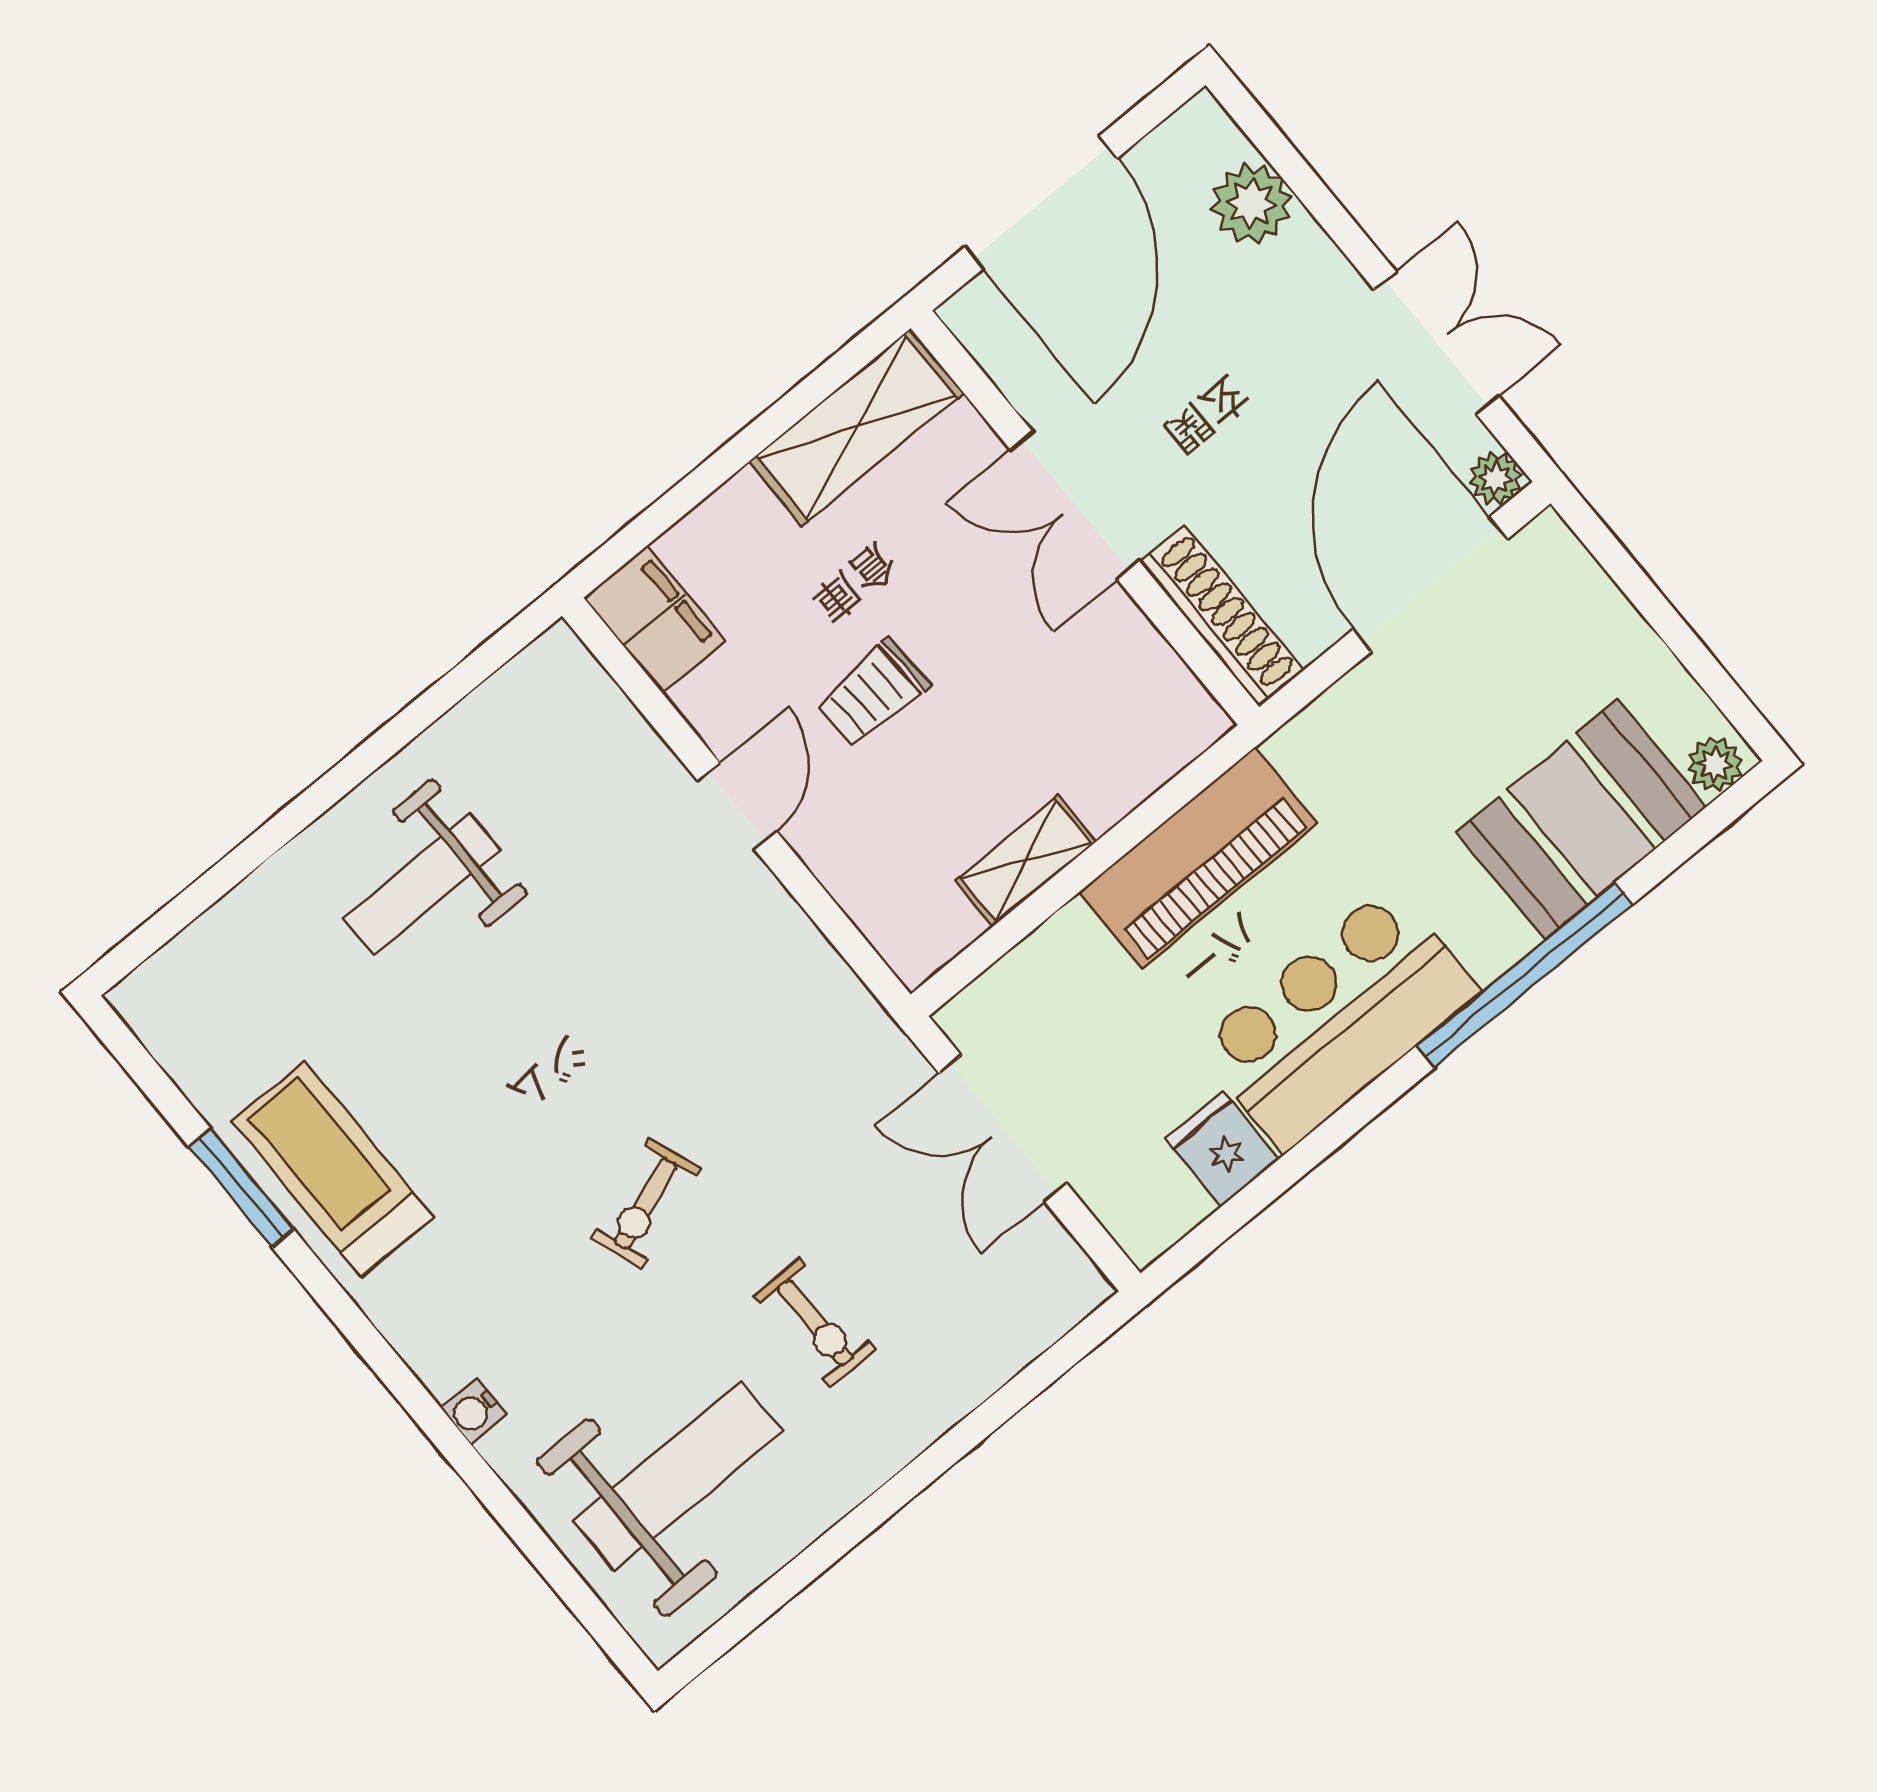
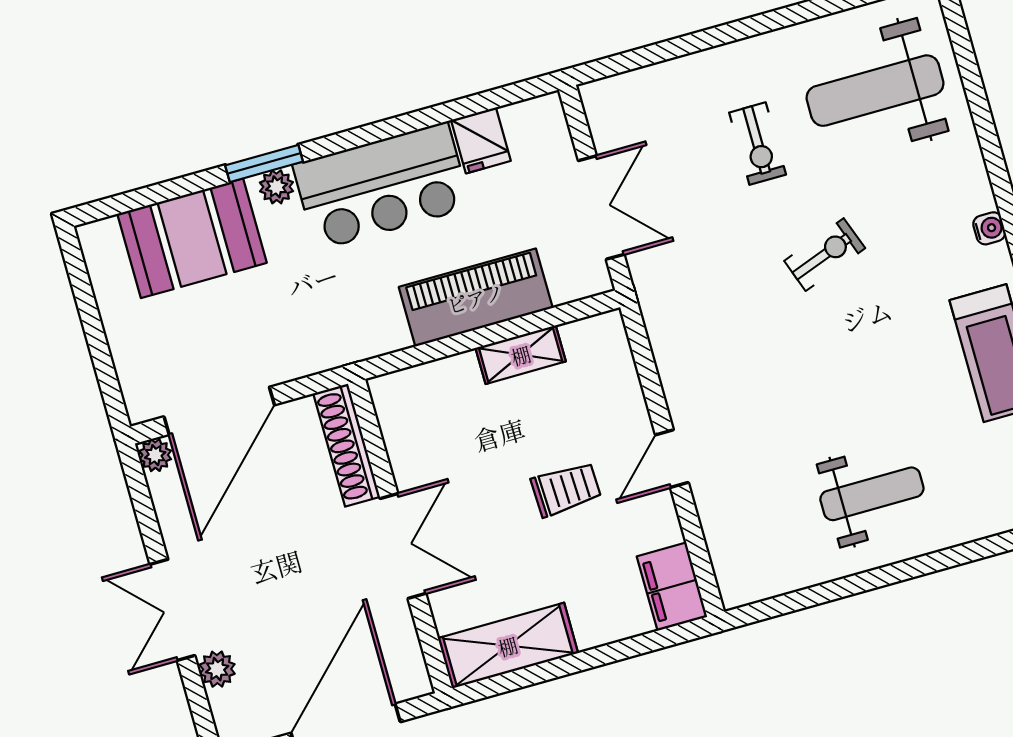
plant: (1251, 204) -> (217, 669), width x0.73, depth x0.73
double door: (1436, 343) -> (172, 610), moved
plant: (1715, 764) -> (277, 187), moved
piano: (1198, 858) -> (476, 298), moved
window: (1524, 975) -> (264, 163), width x0.47
exercise bike: (815, 1323) -> (758, 144), turned 180
water cooler: (473, 1411) -> (989, 228), moved

